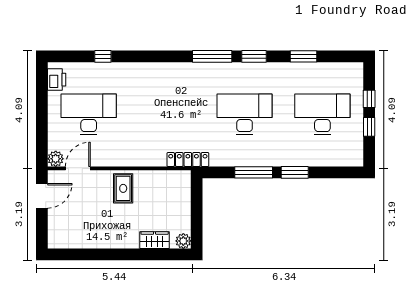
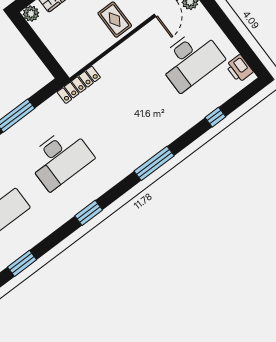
window: (212, 56) -> (154, 163), moved
window: (304, 56) -> (22, 263), moved

